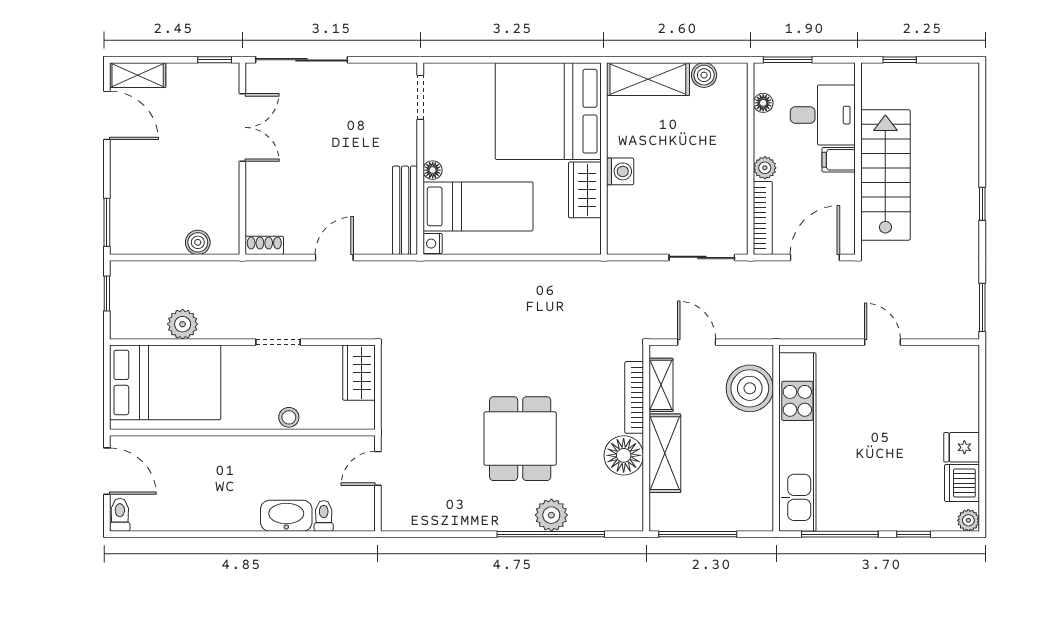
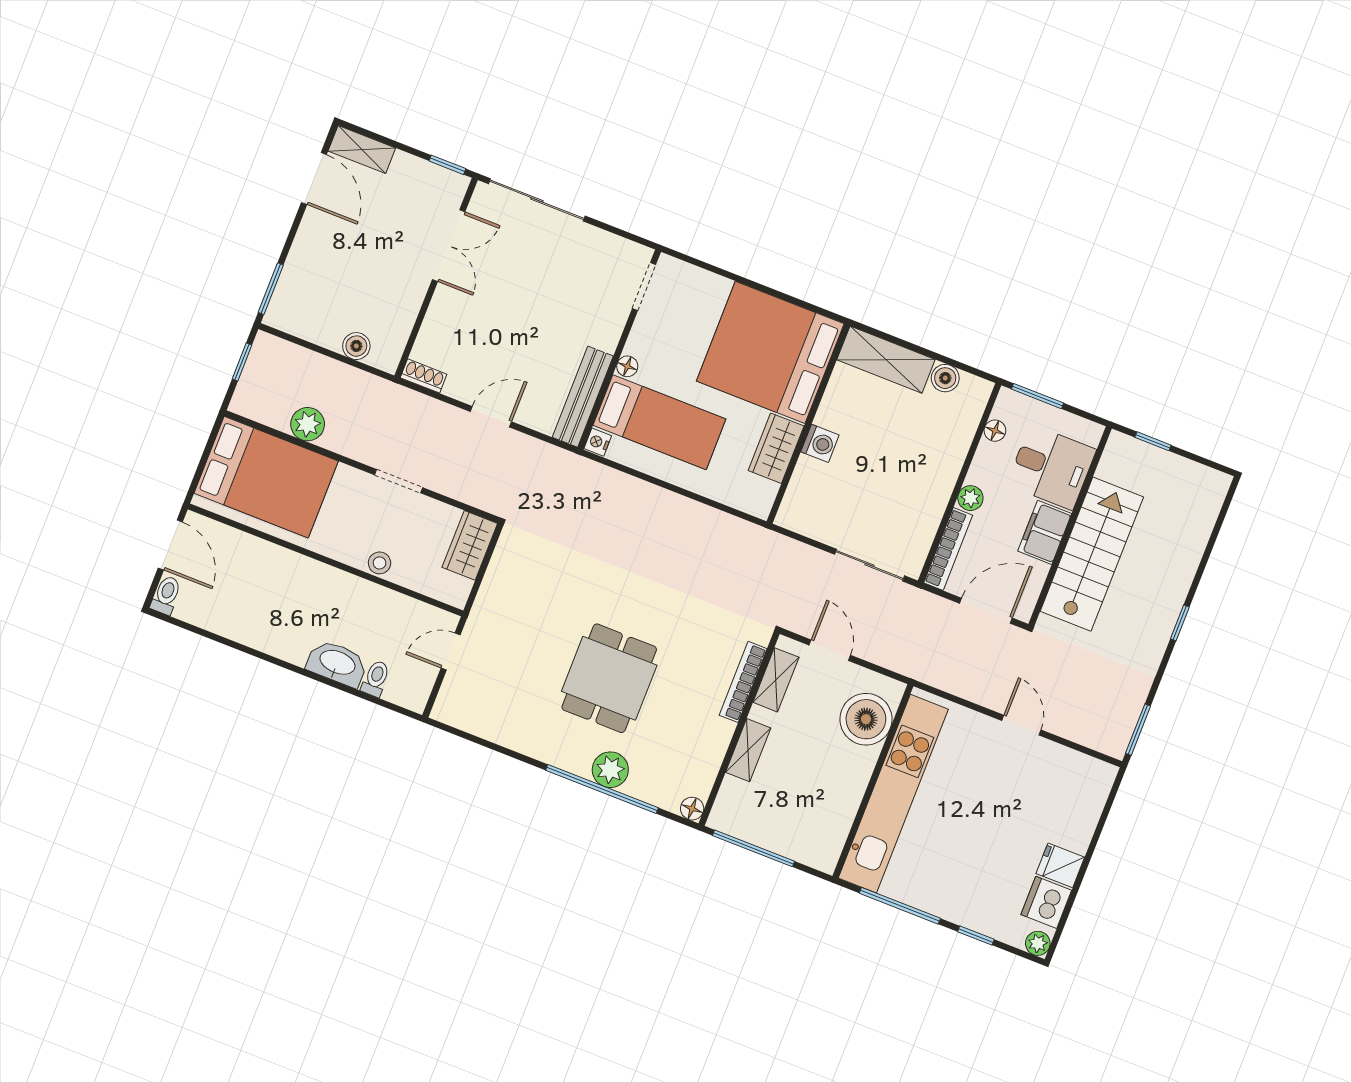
filing cabinet: (839, 160) -> (1045, 532), width x2.00
shelving: (665, 453) -> (748, 750), width x0.67, depth x0.75
floor lamp: (624, 455) -> (692, 809), moved, width x0.53, depth x0.53

